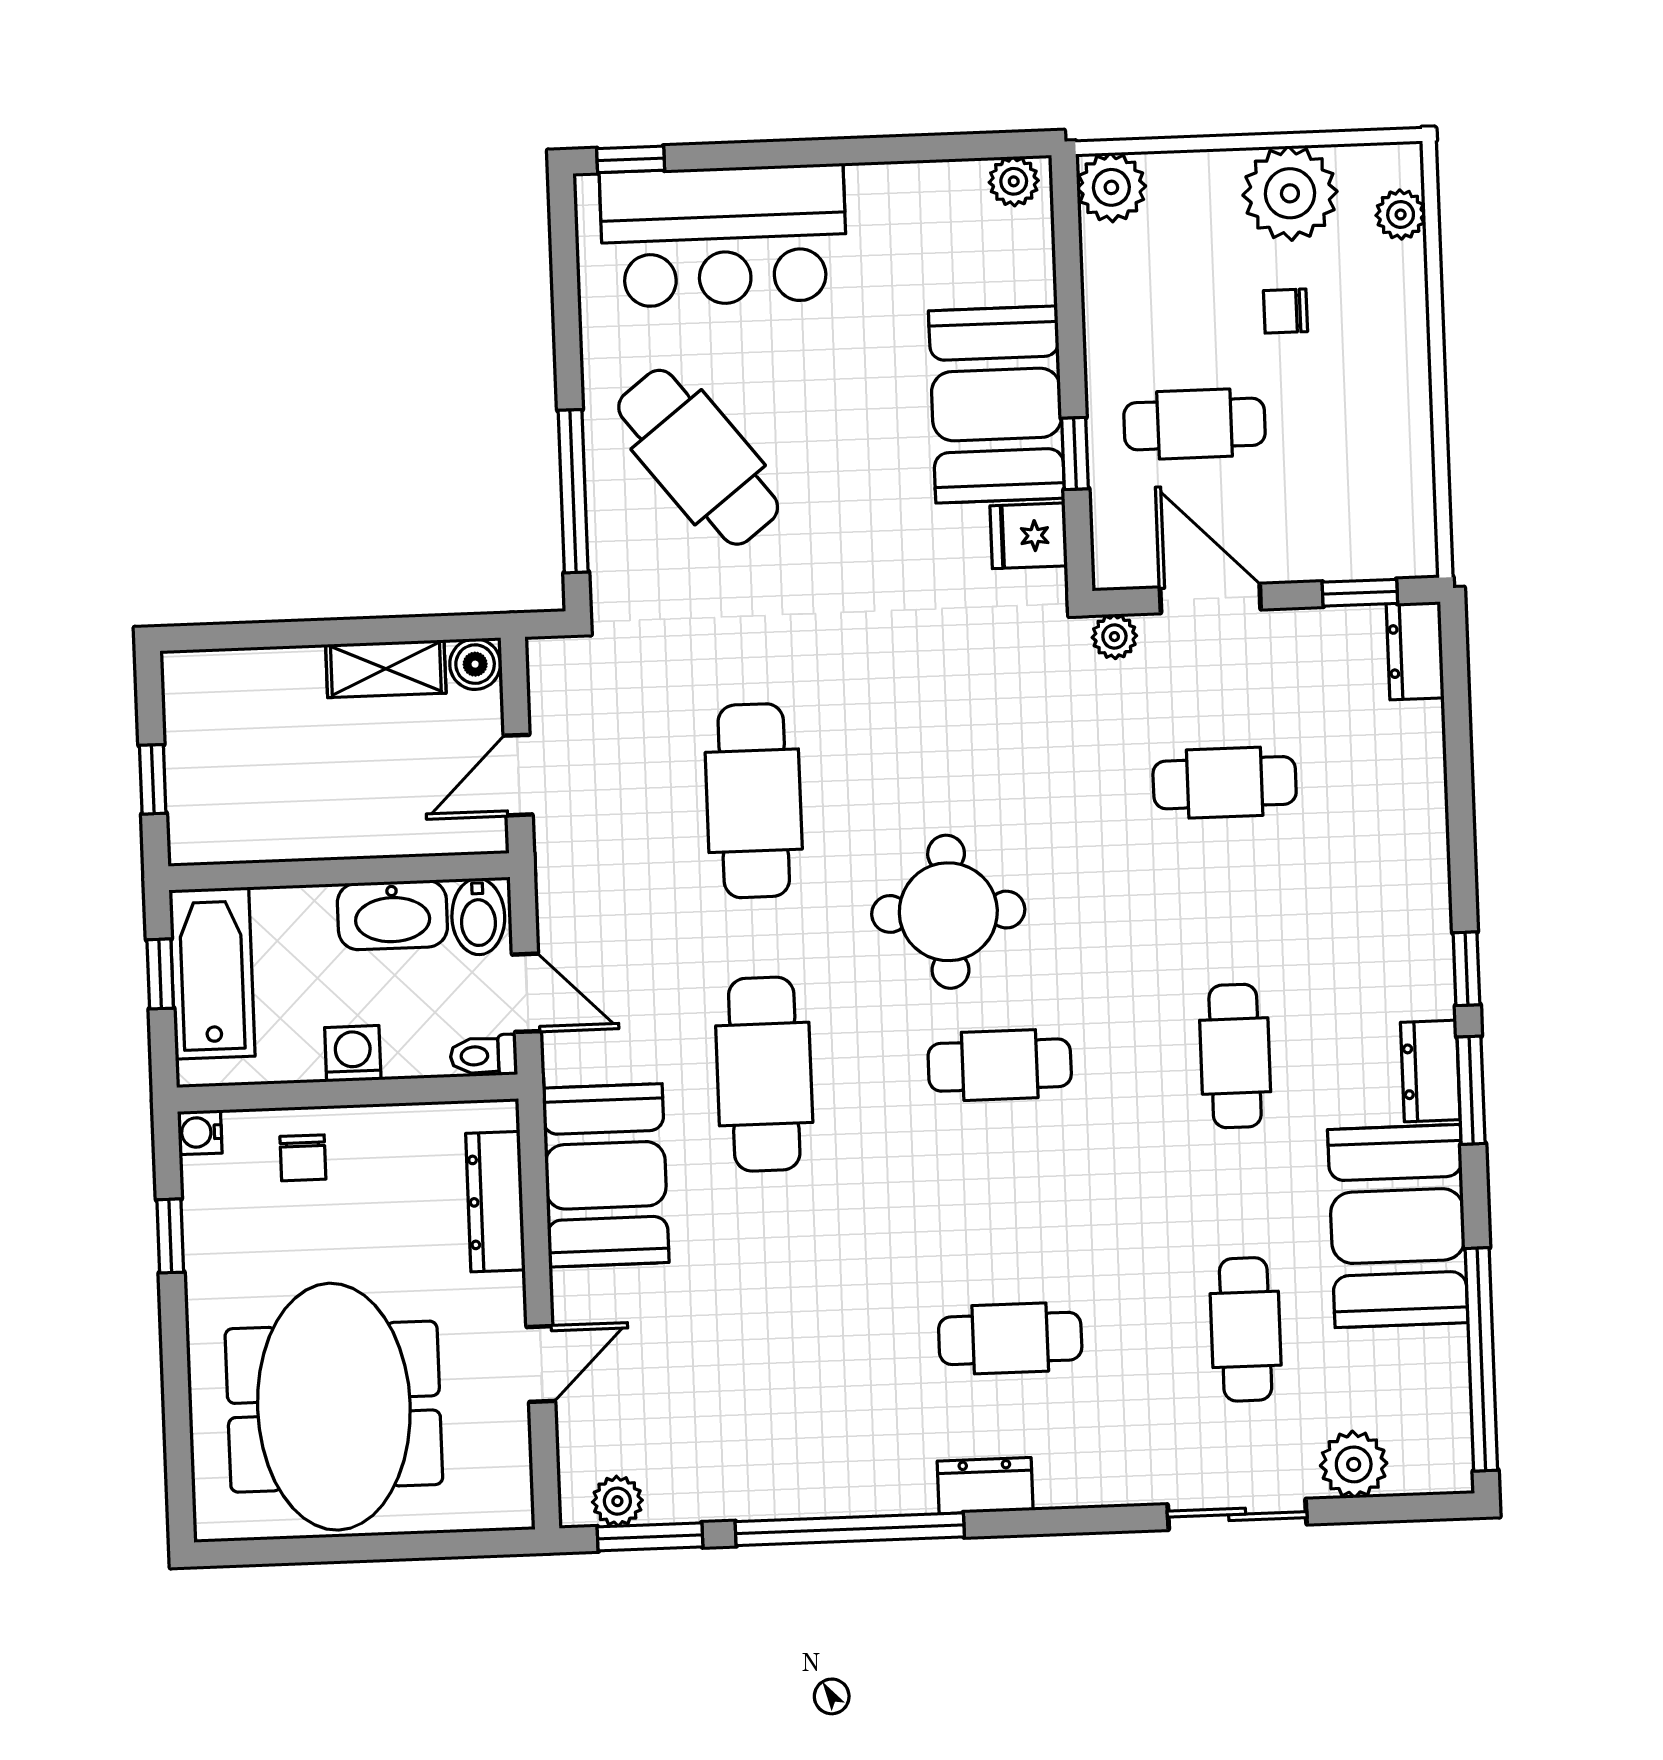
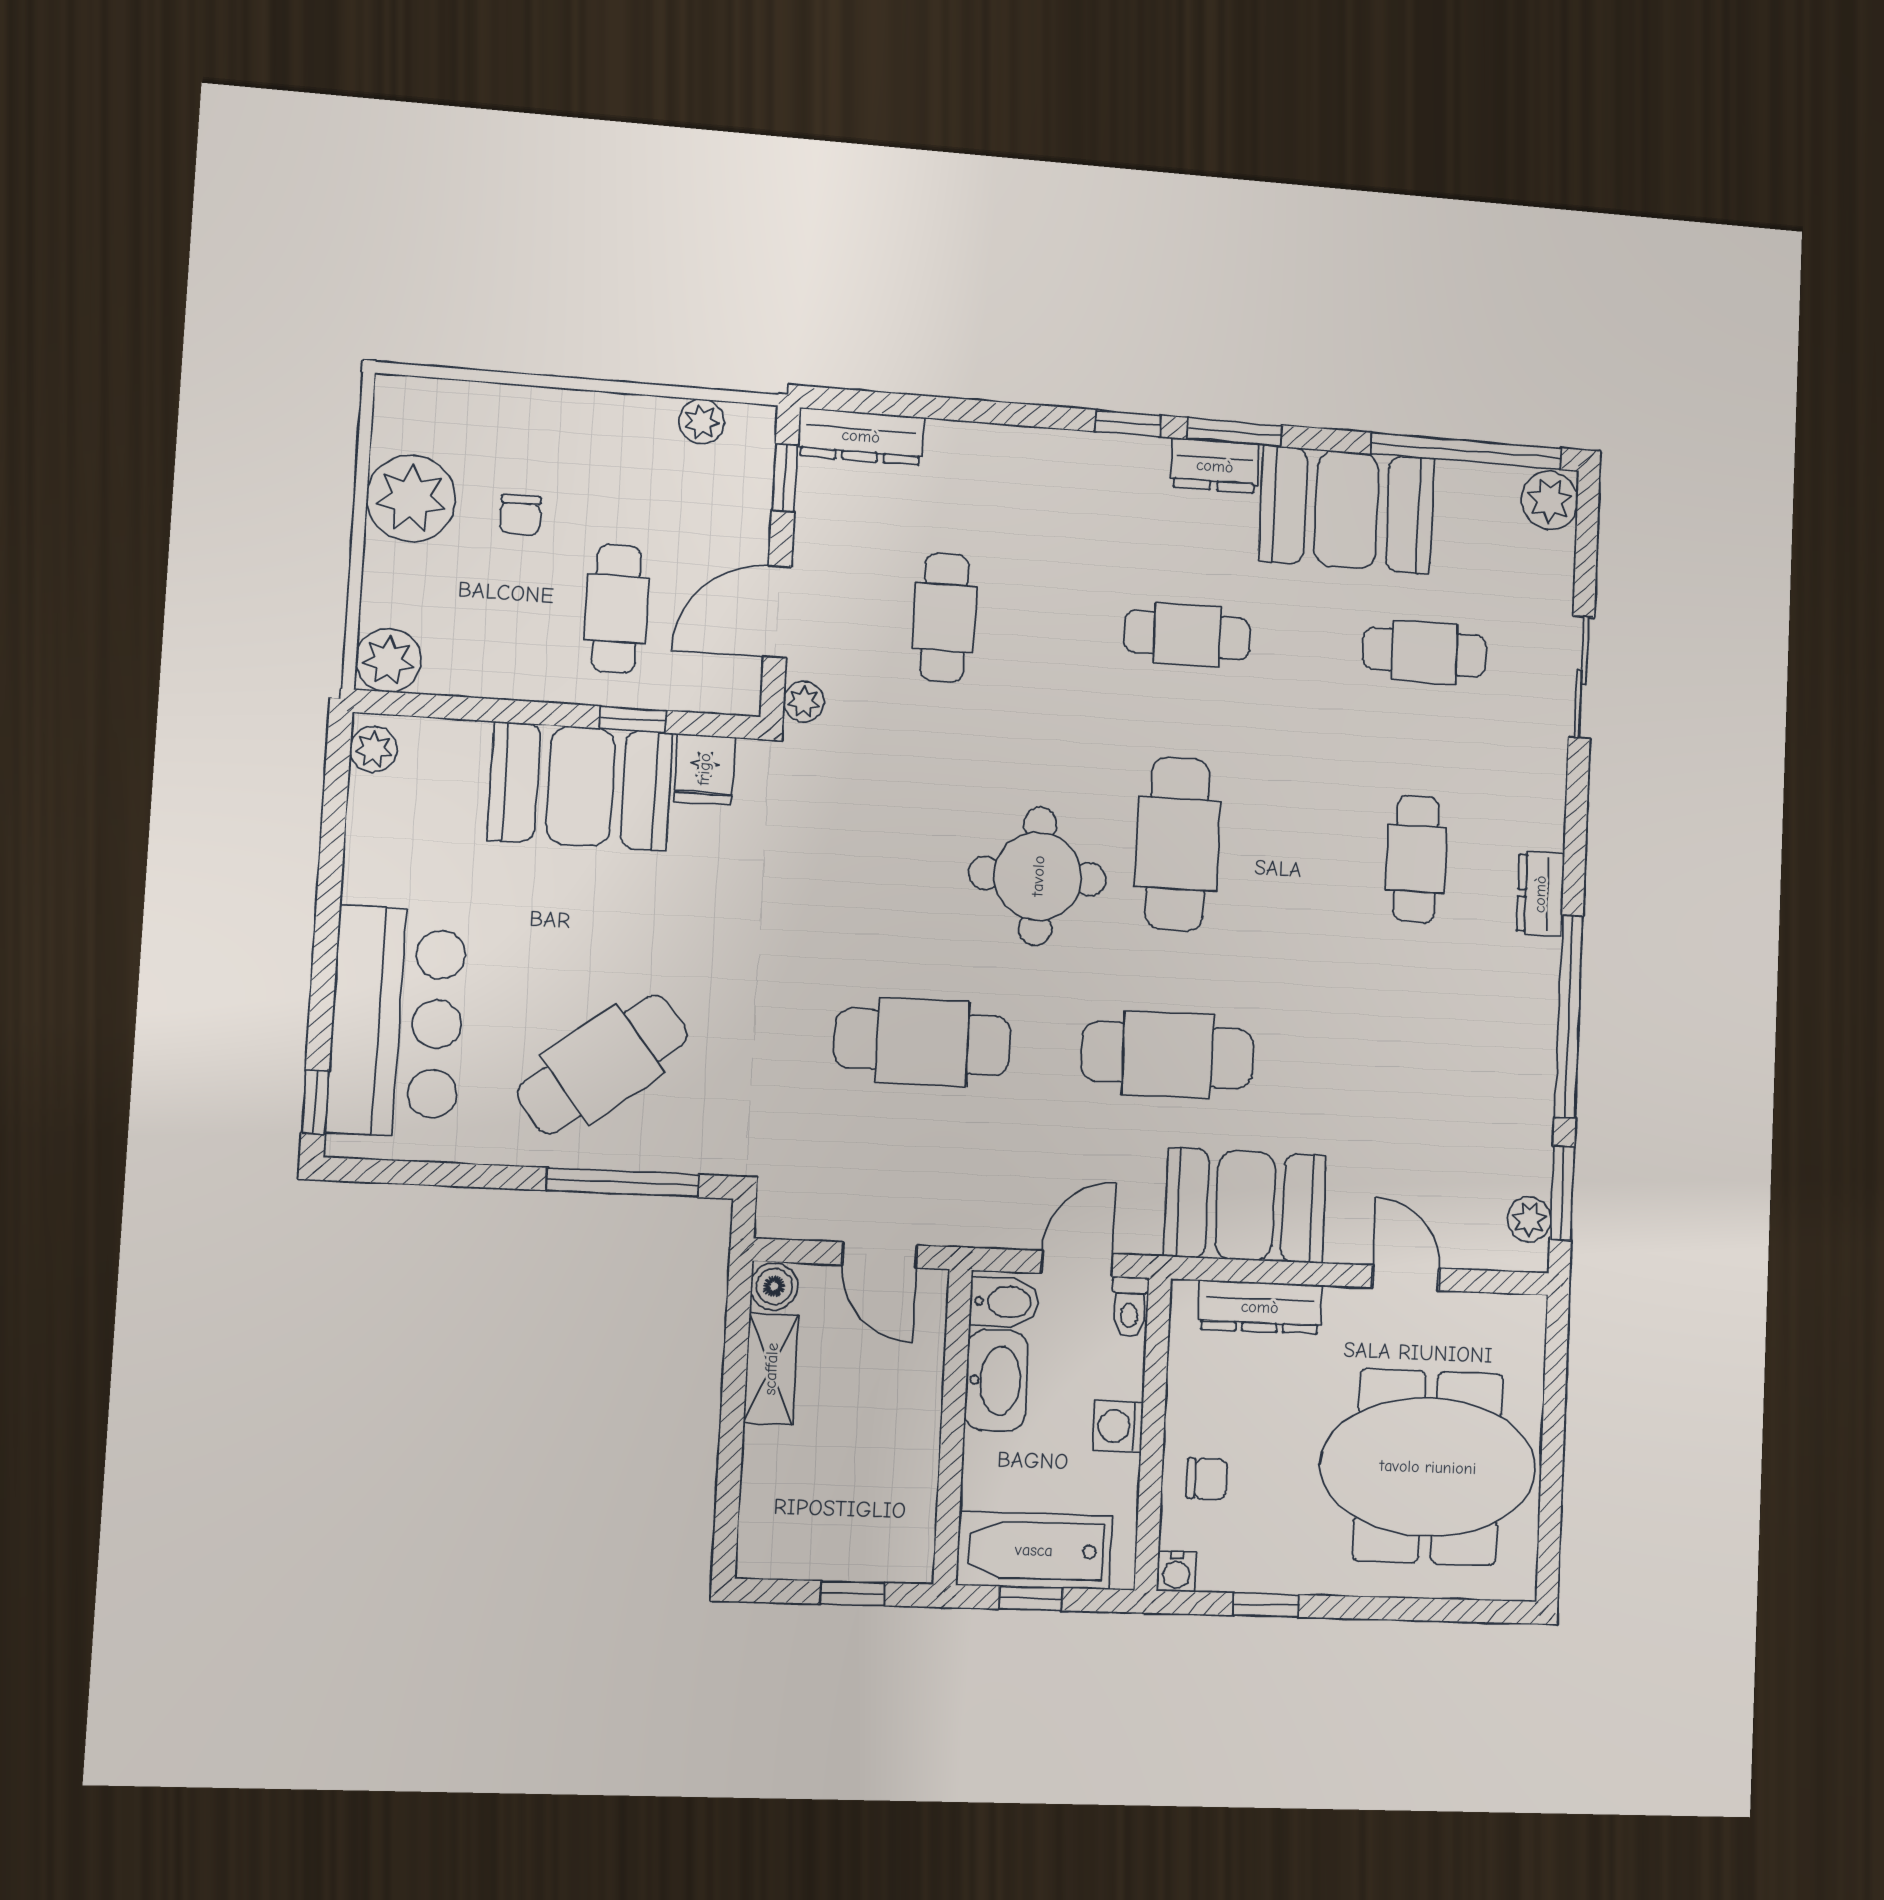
plant: (1401, 214) -> (702, 422), moved
dresser: (1415, 651) -> (861, 436), width x1.44
cafe table: (1000, 1065) -> (1177, 844), width x1.37, depth x1.35
plant: (1354, 1464) -> (1550, 500), moved

